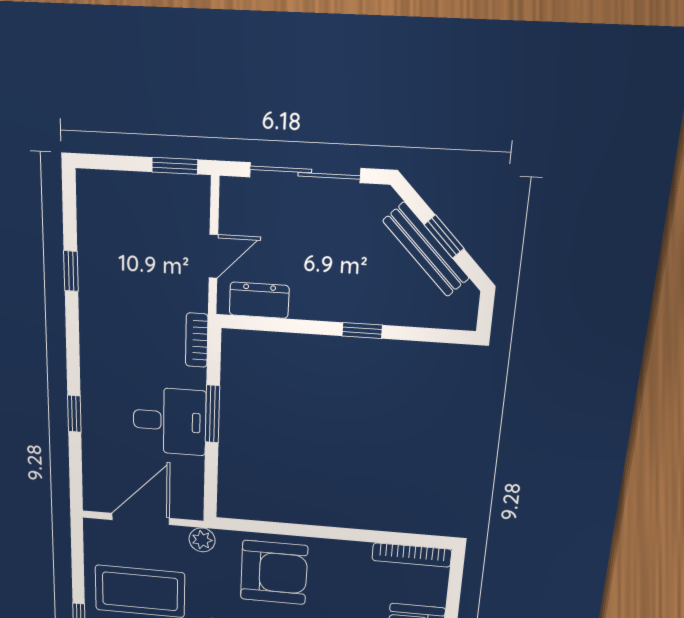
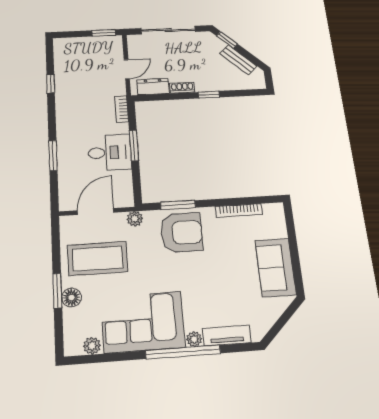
window: (444, 237) -> (227, 40), moved
bench: (426, 249) -> (238, 60), width x0.73
shoe rack: (314, 309) -> (182, 88), added
window: (74, 414) -> (53, 156), width x1.50
window: (275, 528) -> (178, 205), added
bookcase: (412, 555) -> (239, 210), moved

